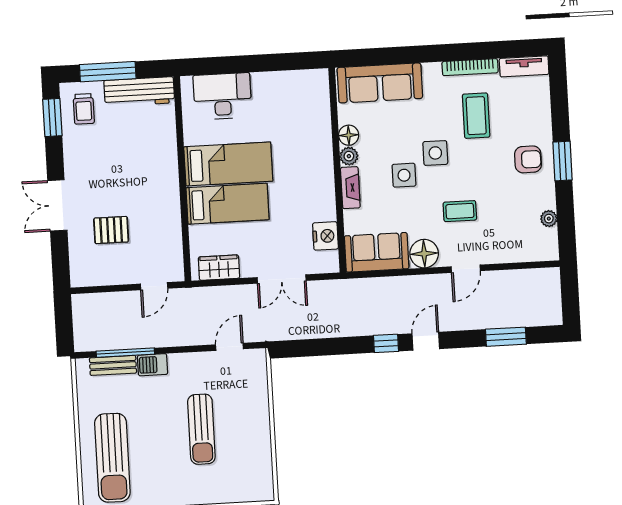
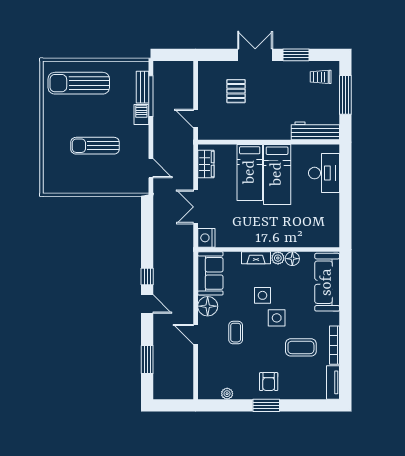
workbench: (139, 92) -> (315, 131), moved, turned 90
window: (52, 117) -> (296, 55), moved
nightstand: (325, 236) -> (206, 238), moved, turned 90

